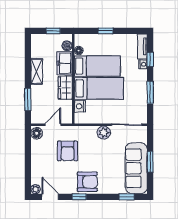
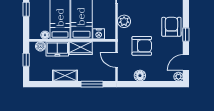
floor lamp: (37, 133) -> (140, 76), moved
plant: (104, 133) -> (124, 21), moved

